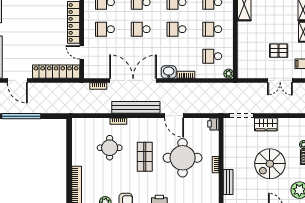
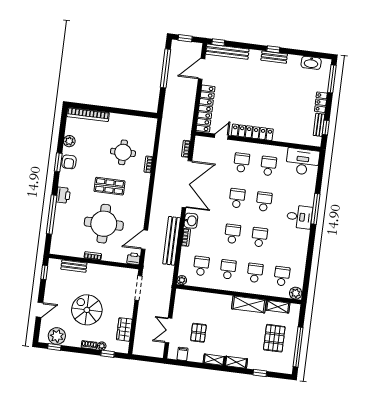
bench: (136, 107) -> (172, 241), moved
door: (174, 116) -> (144, 240), moved
wardrobe: (266, 124) -> (124, 329), moved

